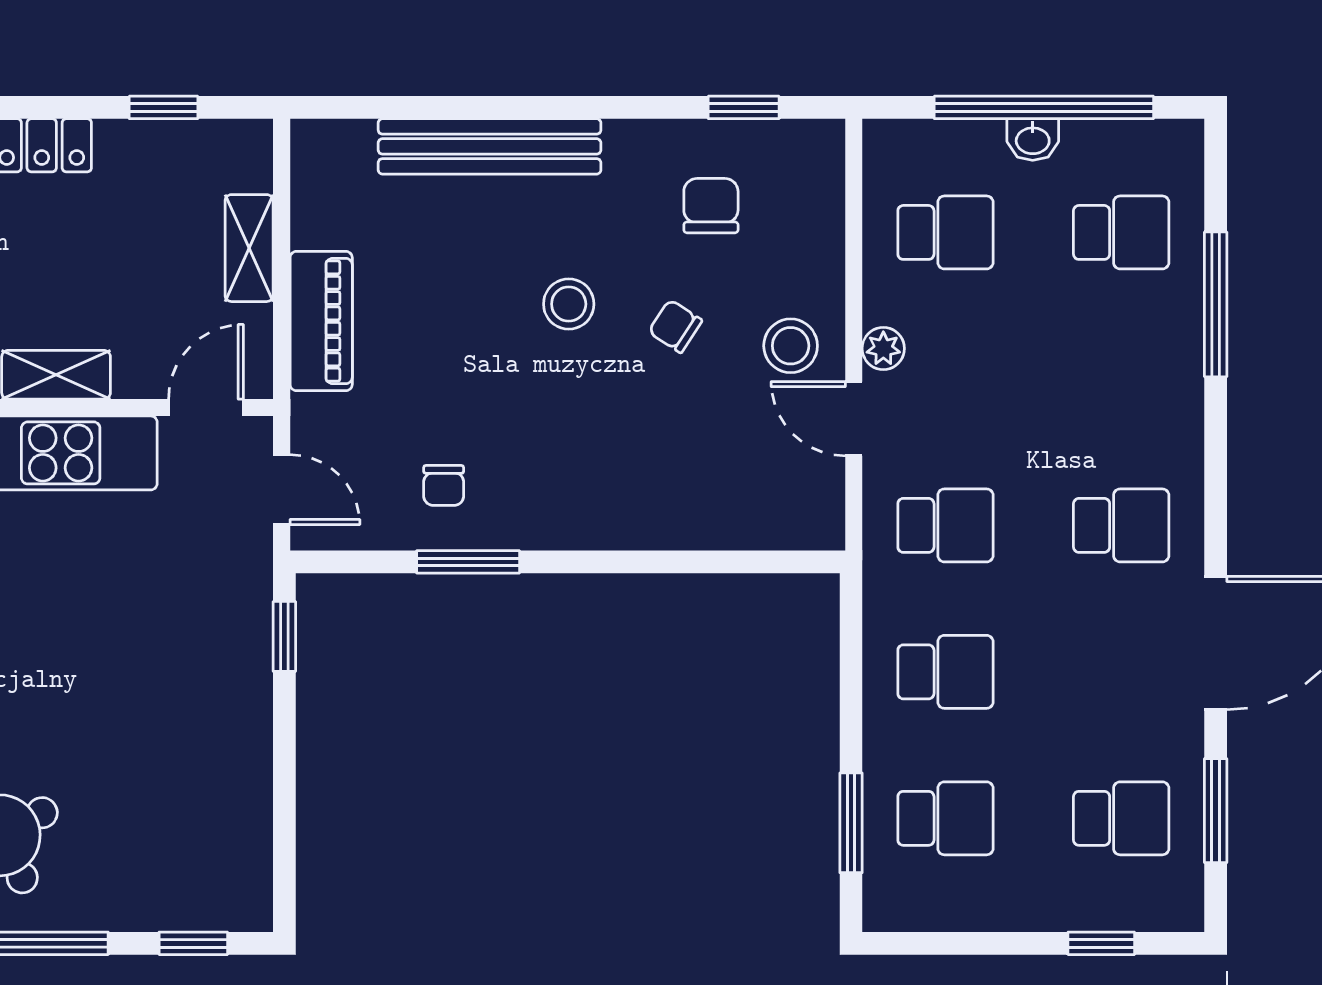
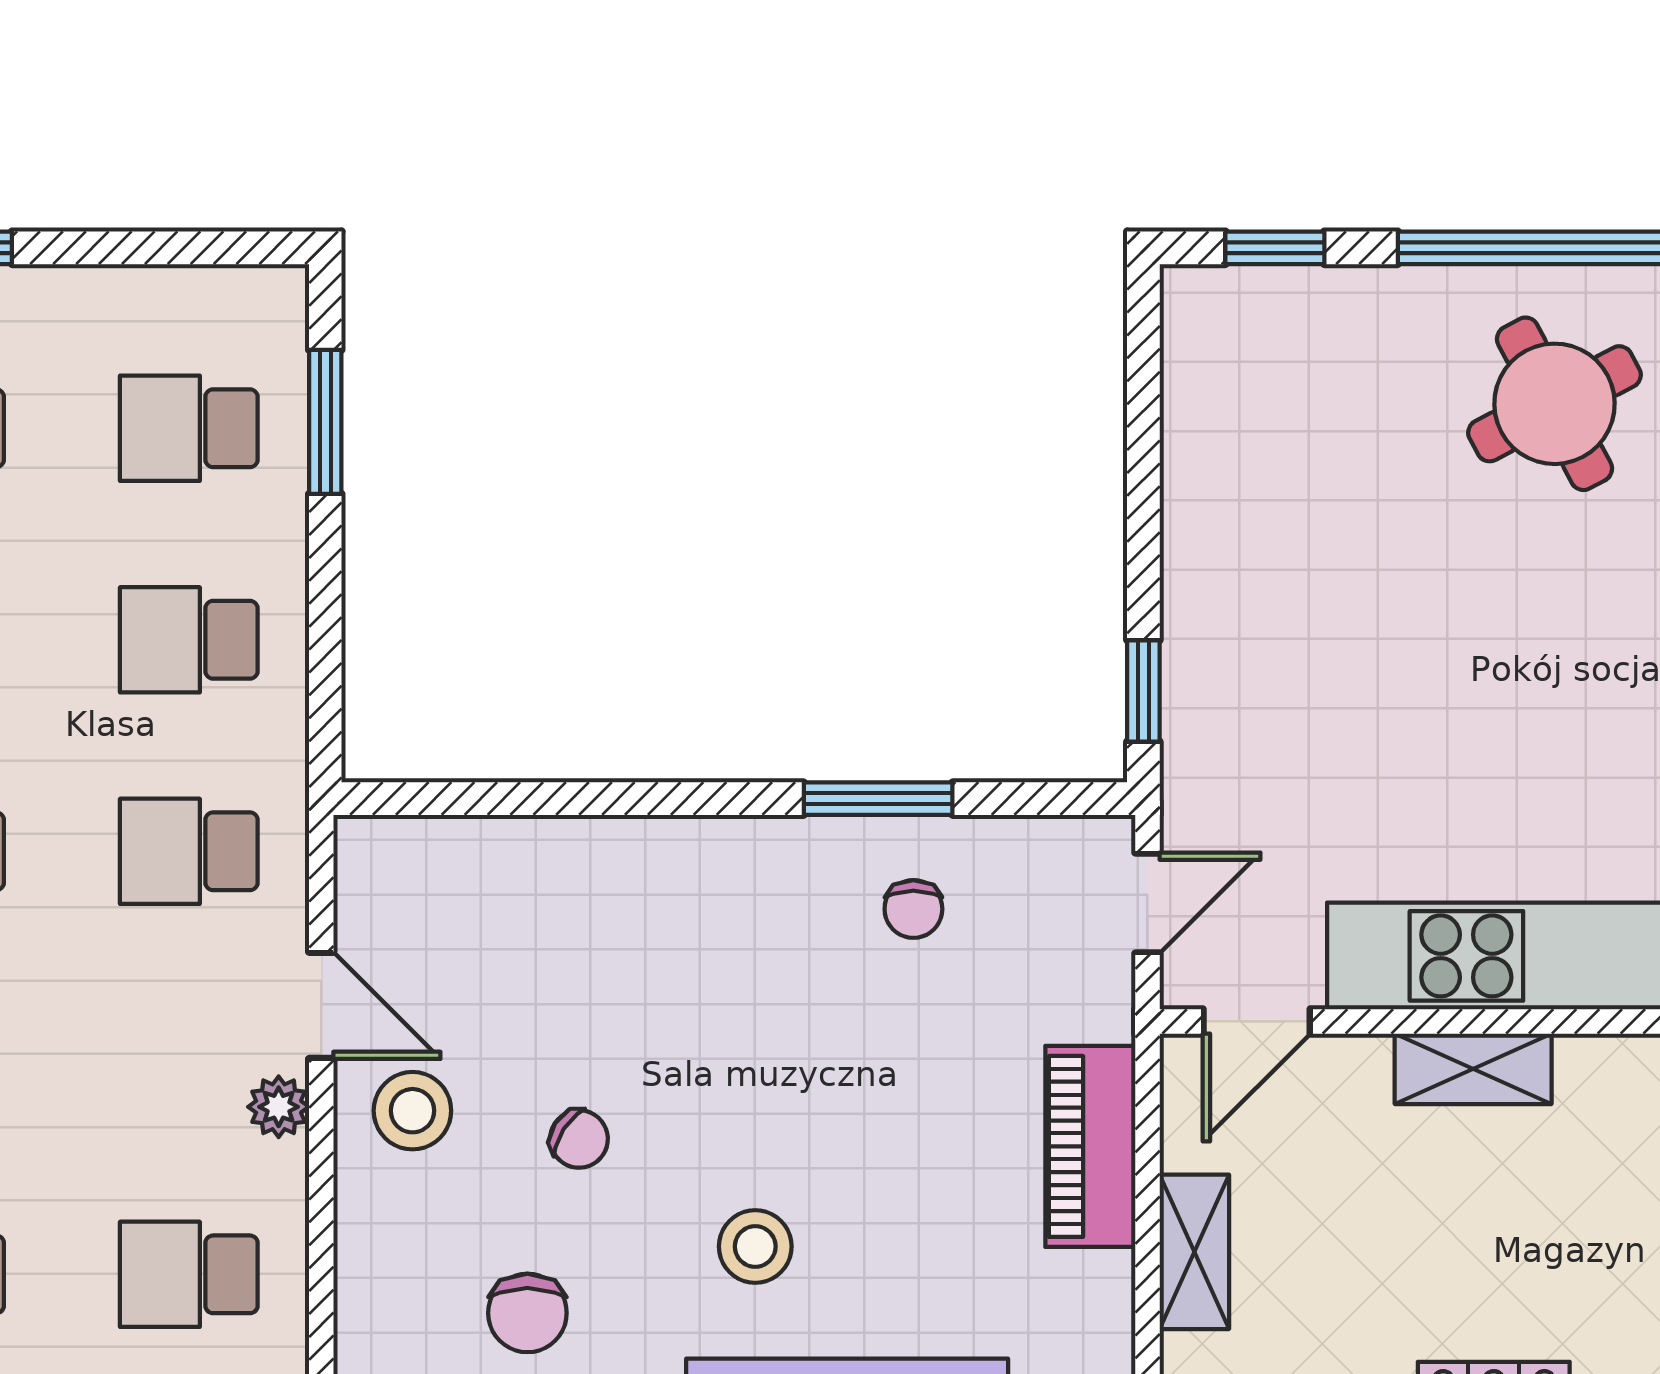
stool: (569, 304) -> (755, 1246), moved
chair: (444, 485) -> (913, 909), turned 180
door: (282, 490) -> (1147, 903), swing flipped

